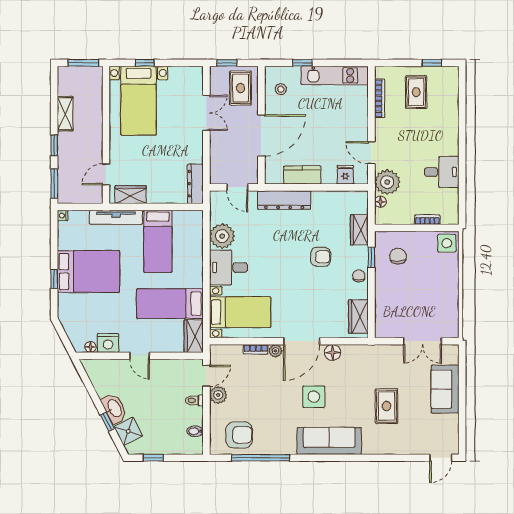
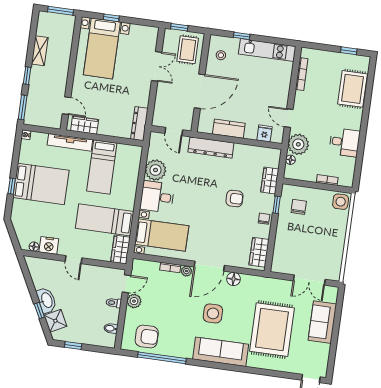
rug: (416, 92) -> (352, 89), moved, width x1.36, depth x1.43
door: (106, 174) -> (67, 106), swing flipped
rug: (386, 406) -> (272, 330), width x1.86, depth x2.06

